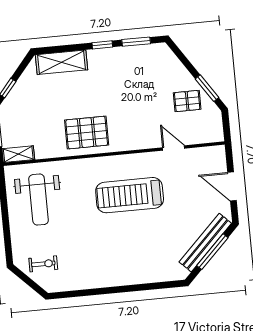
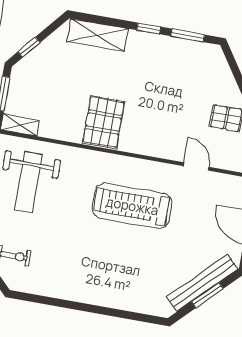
pallet: (87, 133) -> (104, 122), turned 90
window: (212, 252) -> (207, 295), width x0.69

